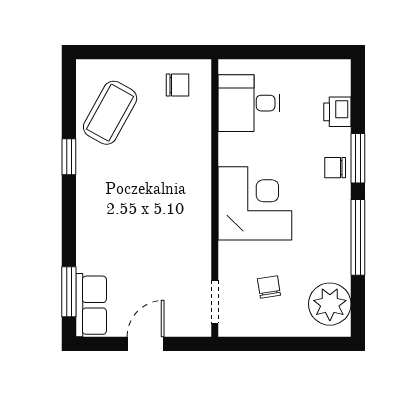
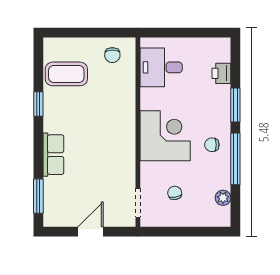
chair: (177, 85) -> (112, 55), turned 90
coffee table: (110, 113) -> (66, 74), turned 61
chair: (335, 168) -> (212, 145), moved
plant: (330, 304) -> (223, 198), width x0.53, depth x0.53
row of seats: (91, 305) -> (53, 155), moved

